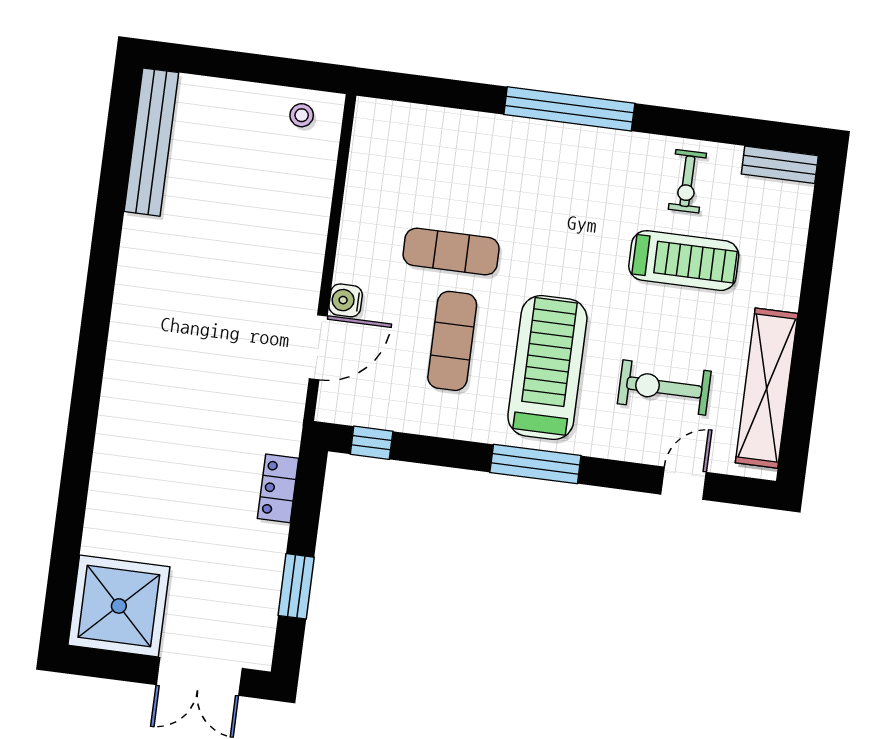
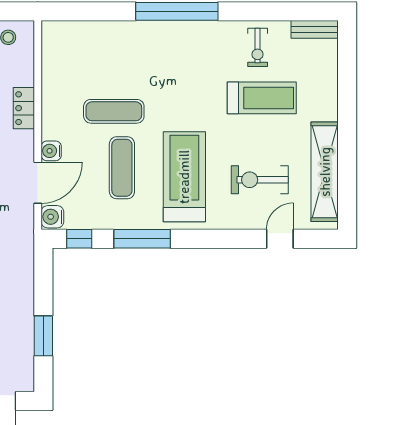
water cooler: (334, 403) -> (52, 217), added
window: (535, 464) -> (142, 239), moved
locker: (278, 488) -> (24, 108), moved

